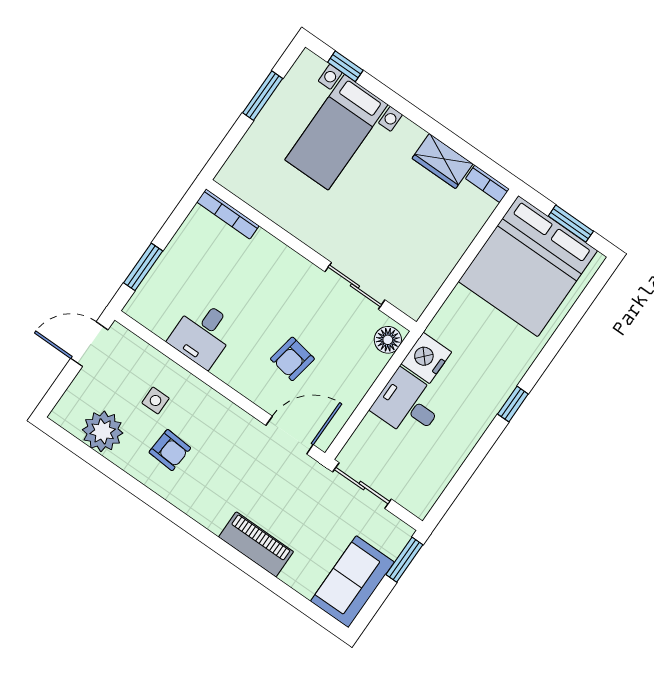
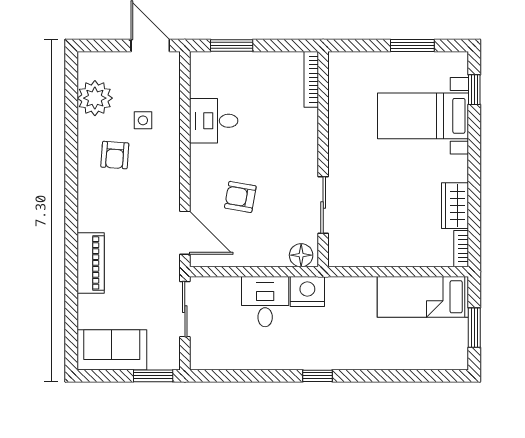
bed: (528, 266) -> (423, 297), width x0.49

